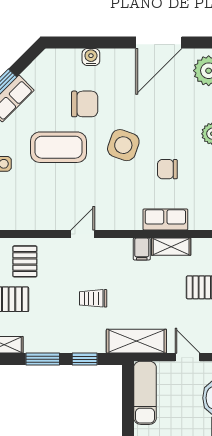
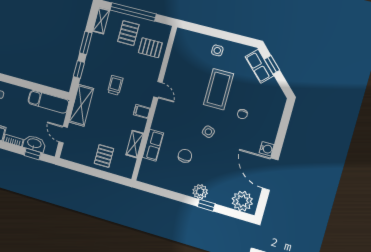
water cooler: (91, 57) -> (267, 149), moved
chair: (85, 104) -> (242, 114), width x0.54, depth x0.54
side table: (123, 145) -> (208, 132), width x0.54, depth x0.54
filing cabinet: (142, 249) -> (142, 111), moved
door: (188, 357) -> (63, 135), swing flipped

